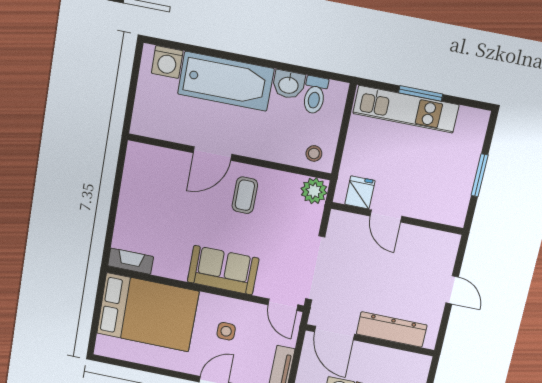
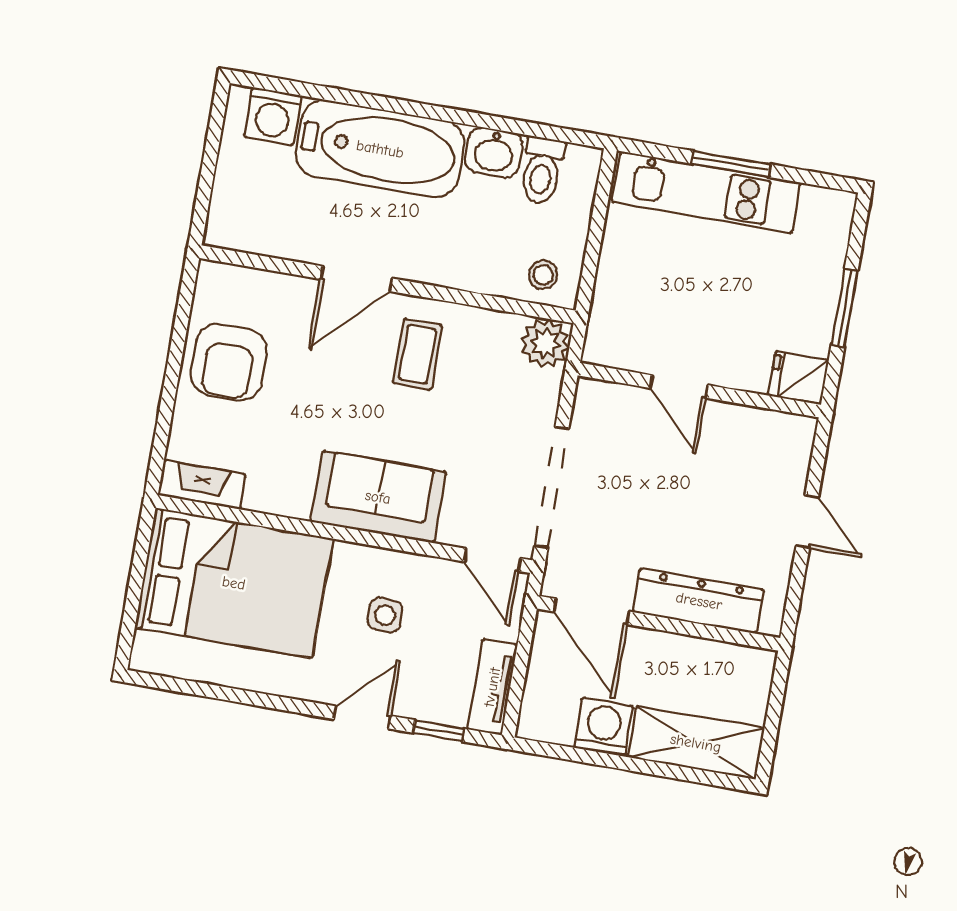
fridge: (360, 192) -> (798, 378), moved, turned -90
armchair: (144, 197) -> (229, 362), added

